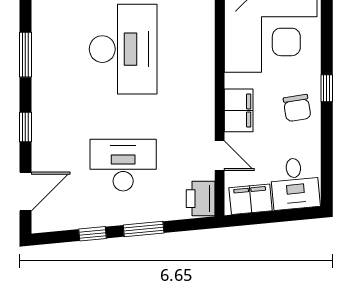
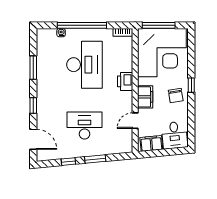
door: (220, 156) -> (135, 121), swing flipped
door: (25, 191) -> (33, 139), hinge flipped
printer: (201, 199) -> (125, 81), moved

